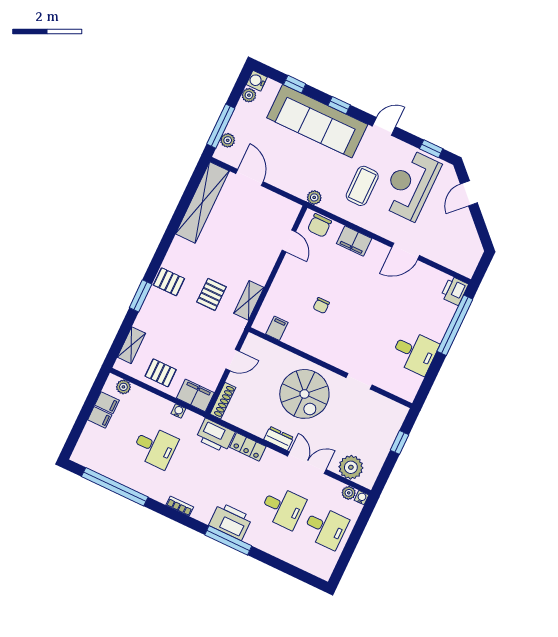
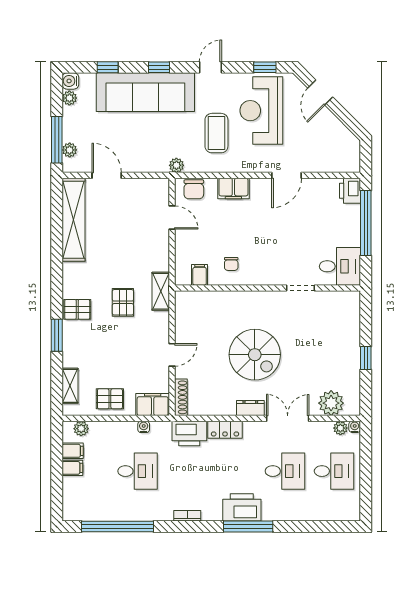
filing cabinet: (277, 328) -> (200, 275), moved
wall: (330, 368) -> (268, 288), moved
doorway: (359, 381) -> (301, 288), moved

